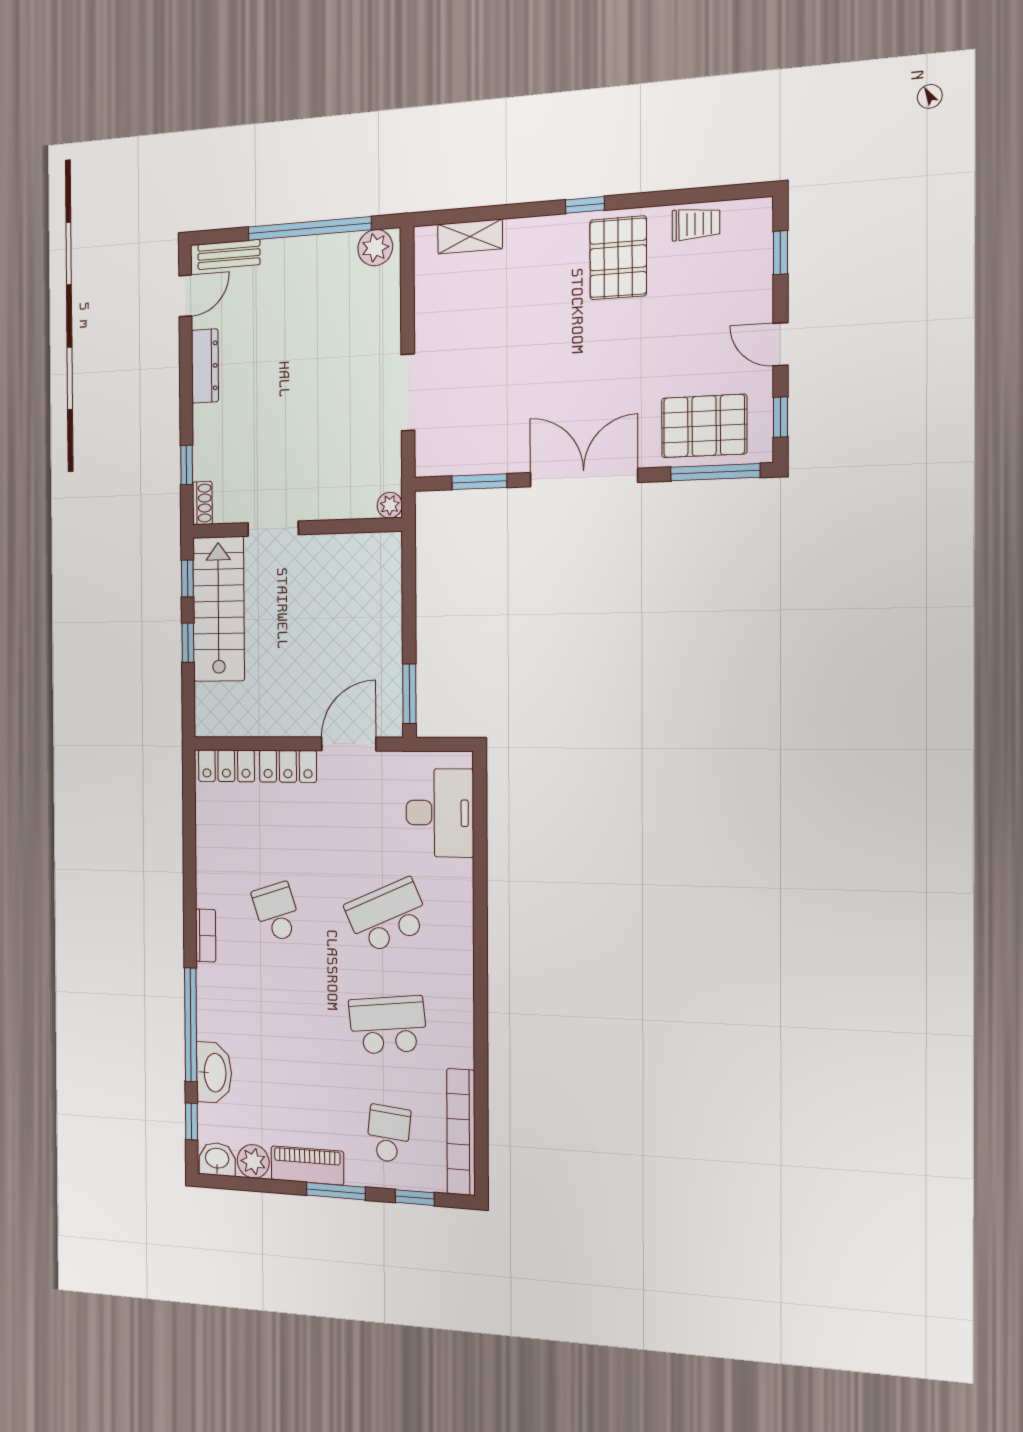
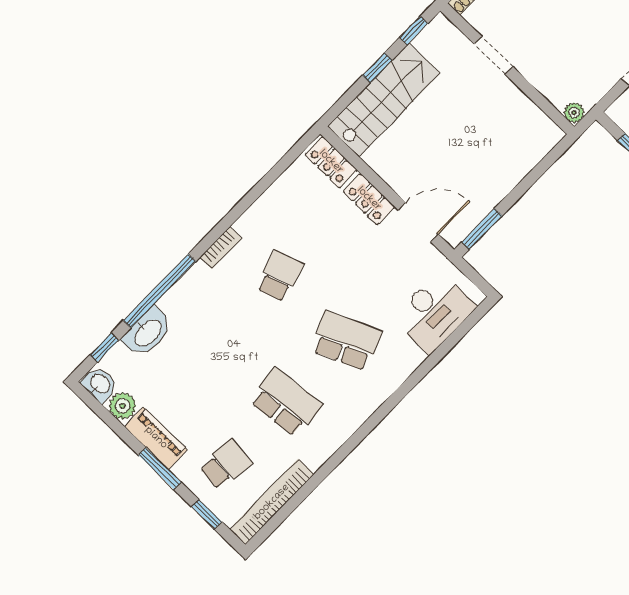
stairs: (219, 609) -> (384, 100), moved

